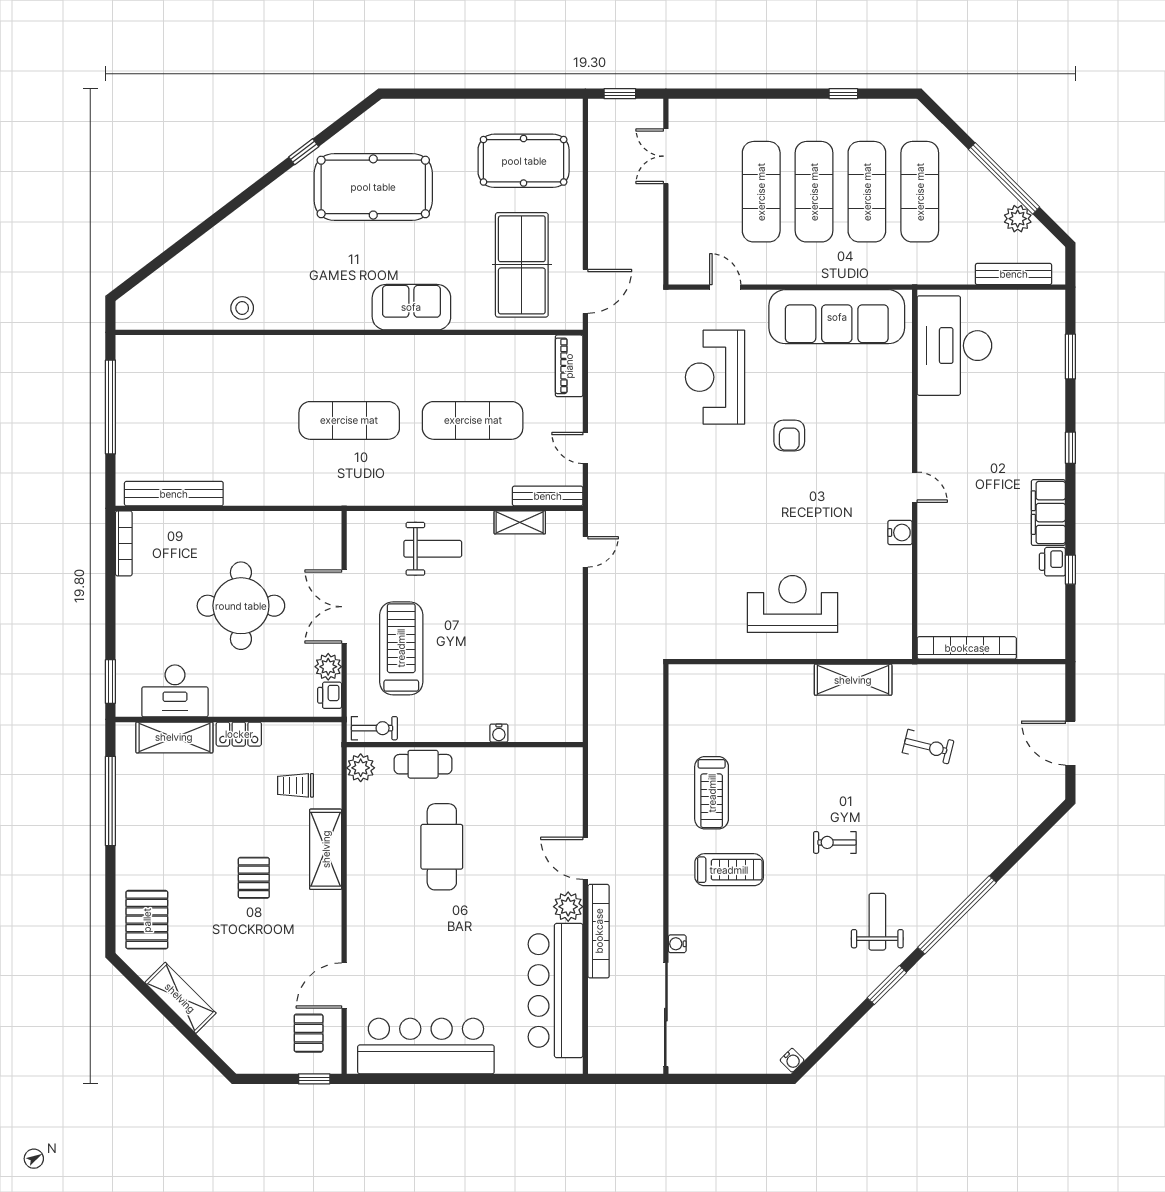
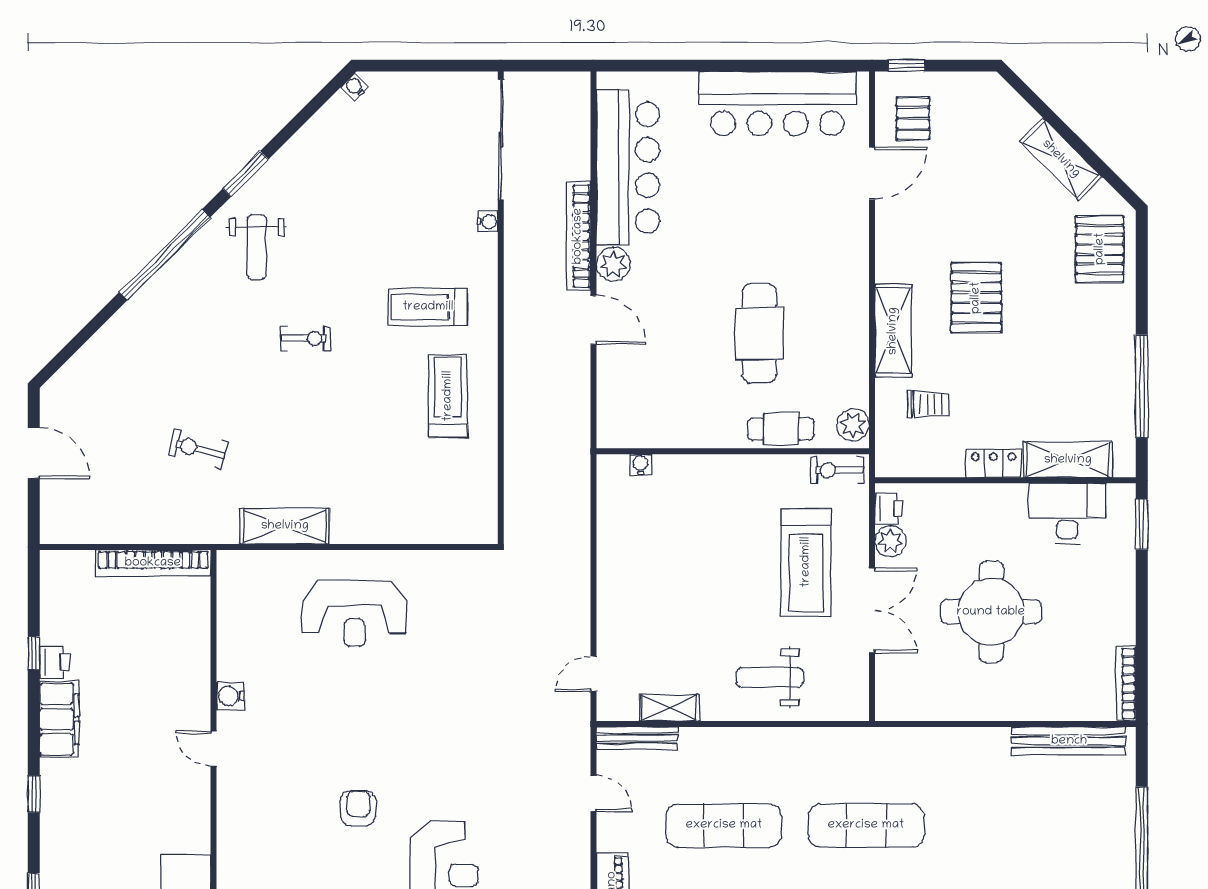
water cooler: (499, 733) -> (641, 465), moved
pallet: (254, 878) -> (976, 298), width x1.50, depth x1.42

